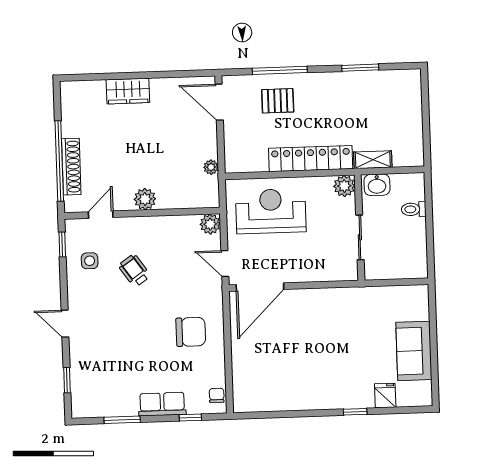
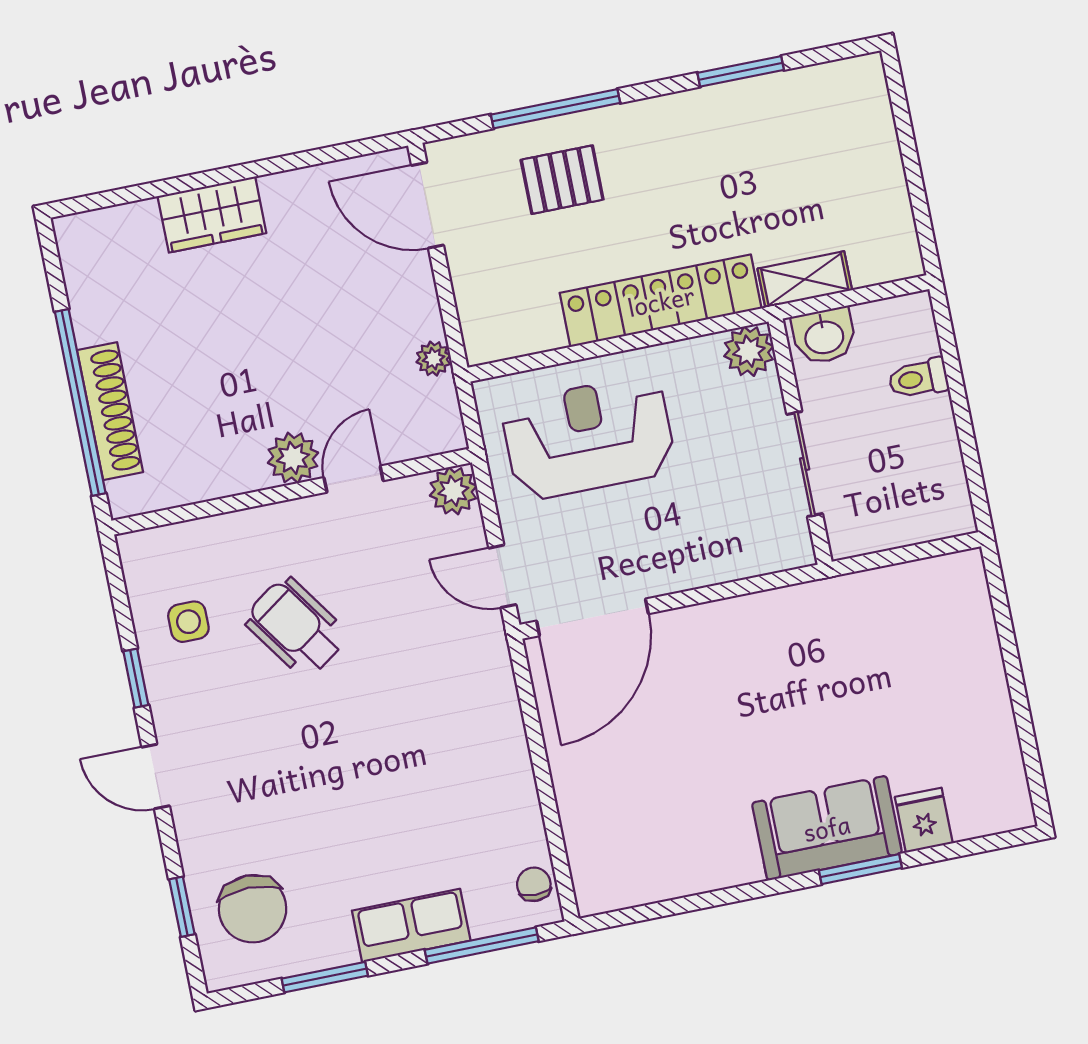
door: (101, 215) -> (354, 479), moved
window: (62, 244) -> (136, 678), moved
wheelchair: (134, 271) -> (296, 627), width x1.36, depth x1.37
chair: (191, 332) -> (253, 909), moved, turned 90
sofa: (414, 351) -> (827, 828), moved, turned 90
window: (355, 412) -> (860, 869), width x1.50
window: (190, 417) -> (482, 945), width x2.17

